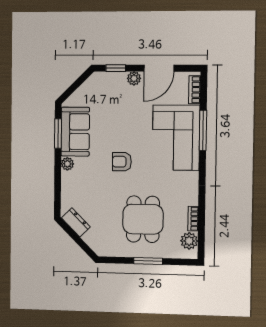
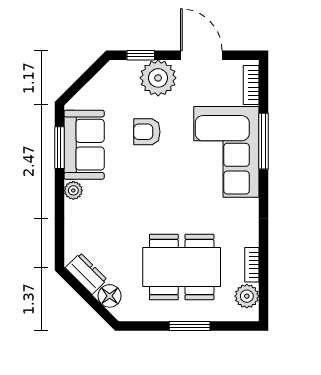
door: (159, 68) -> (201, 55), swing flipped
plant: (134, 78) -> (158, 78), width x1.88, depth x1.88
armchair: (122, 162) -> (147, 132), moved
dining table: (143, 219) -> (182, 267), width x1.38
floor lamp: (92, 238) -> (110, 296), added

